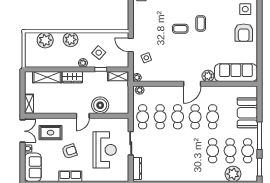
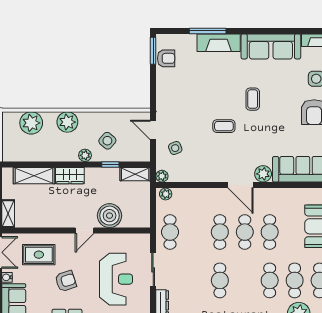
coffee table: (180, 29) -> (224, 126), moved
door: (192, 84) -> (241, 185), hinge flipped
cafe table: (160, 117) -> (220, 280), moved

